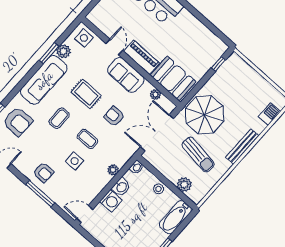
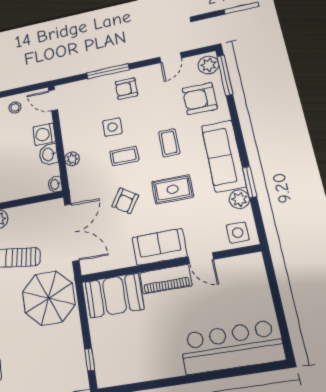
plant: (155, 94) -> (113, 262), removed
armchair: (114, 116) -> (125, 201), turned 123
stool: (158, 189) -> (15, 107), moved
door: (85, 214) -> (53, 100), swing flipped

